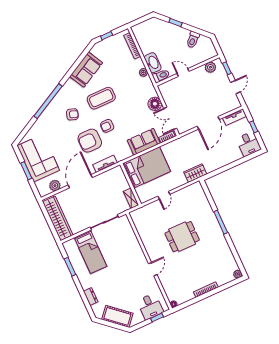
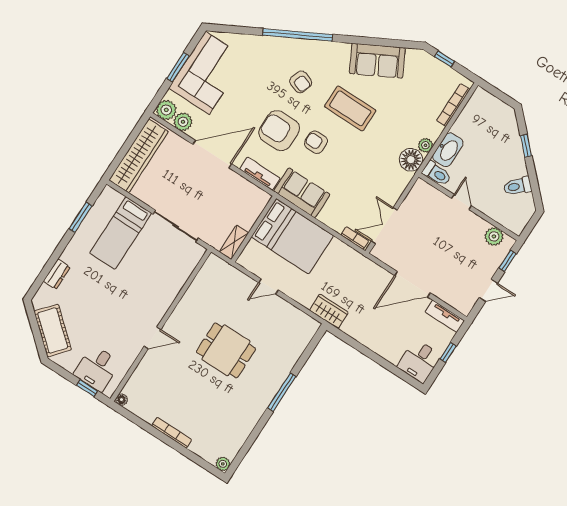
floor lamp: (155, 104) -> (411, 160), moved
sofa: (144, 142) -> (302, 193), moved
plant: (44, 190) -> (166, 110), added

